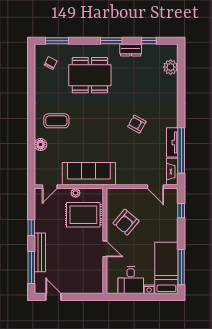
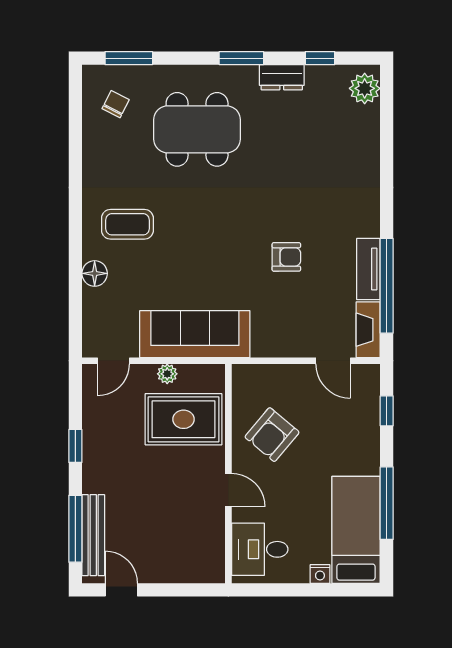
plant: (171, 67) -> (365, 88), moved
armchair: (137, 124) -> (286, 257), moved, turned 151
bench: (40, 252) -> (93, 535), moved
window: (181, 267) -> (387, 503), moved
desk: (131, 280) -> (260, 549), moved, turned 90

